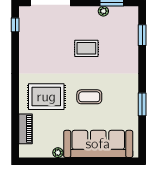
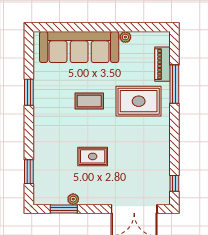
window: (15, 111) -> (174, 84), added

